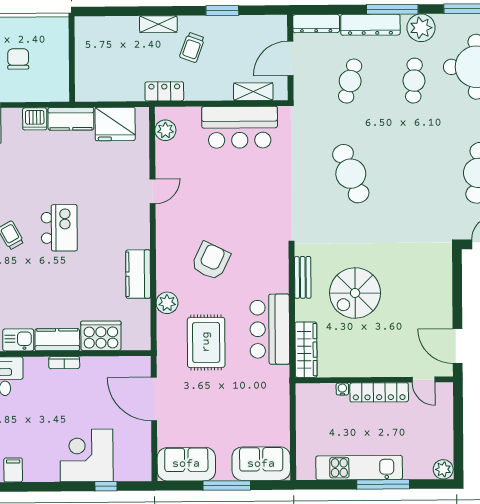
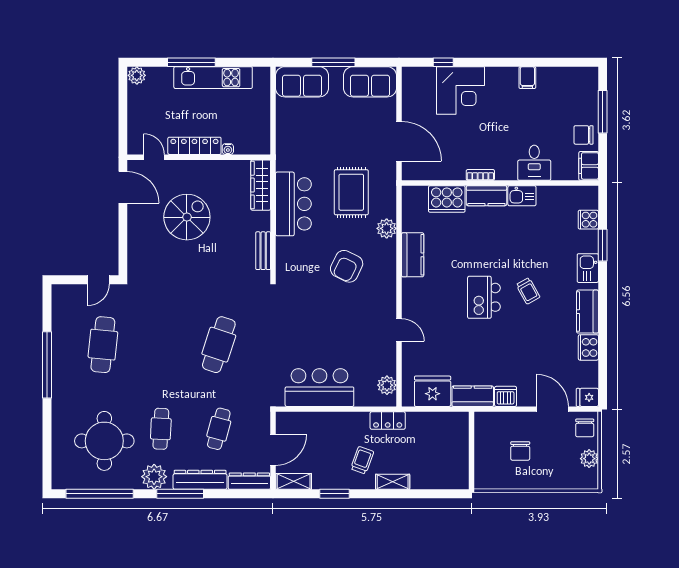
shelving: (253, 92) -> (294, 481), moved
cafe table: (351, 174) -> (219, 345), turned 39
door: (153, 191) -> (399, 330), swing flipped
spiral stairs: (355, 293) -> (187, 217), moved

